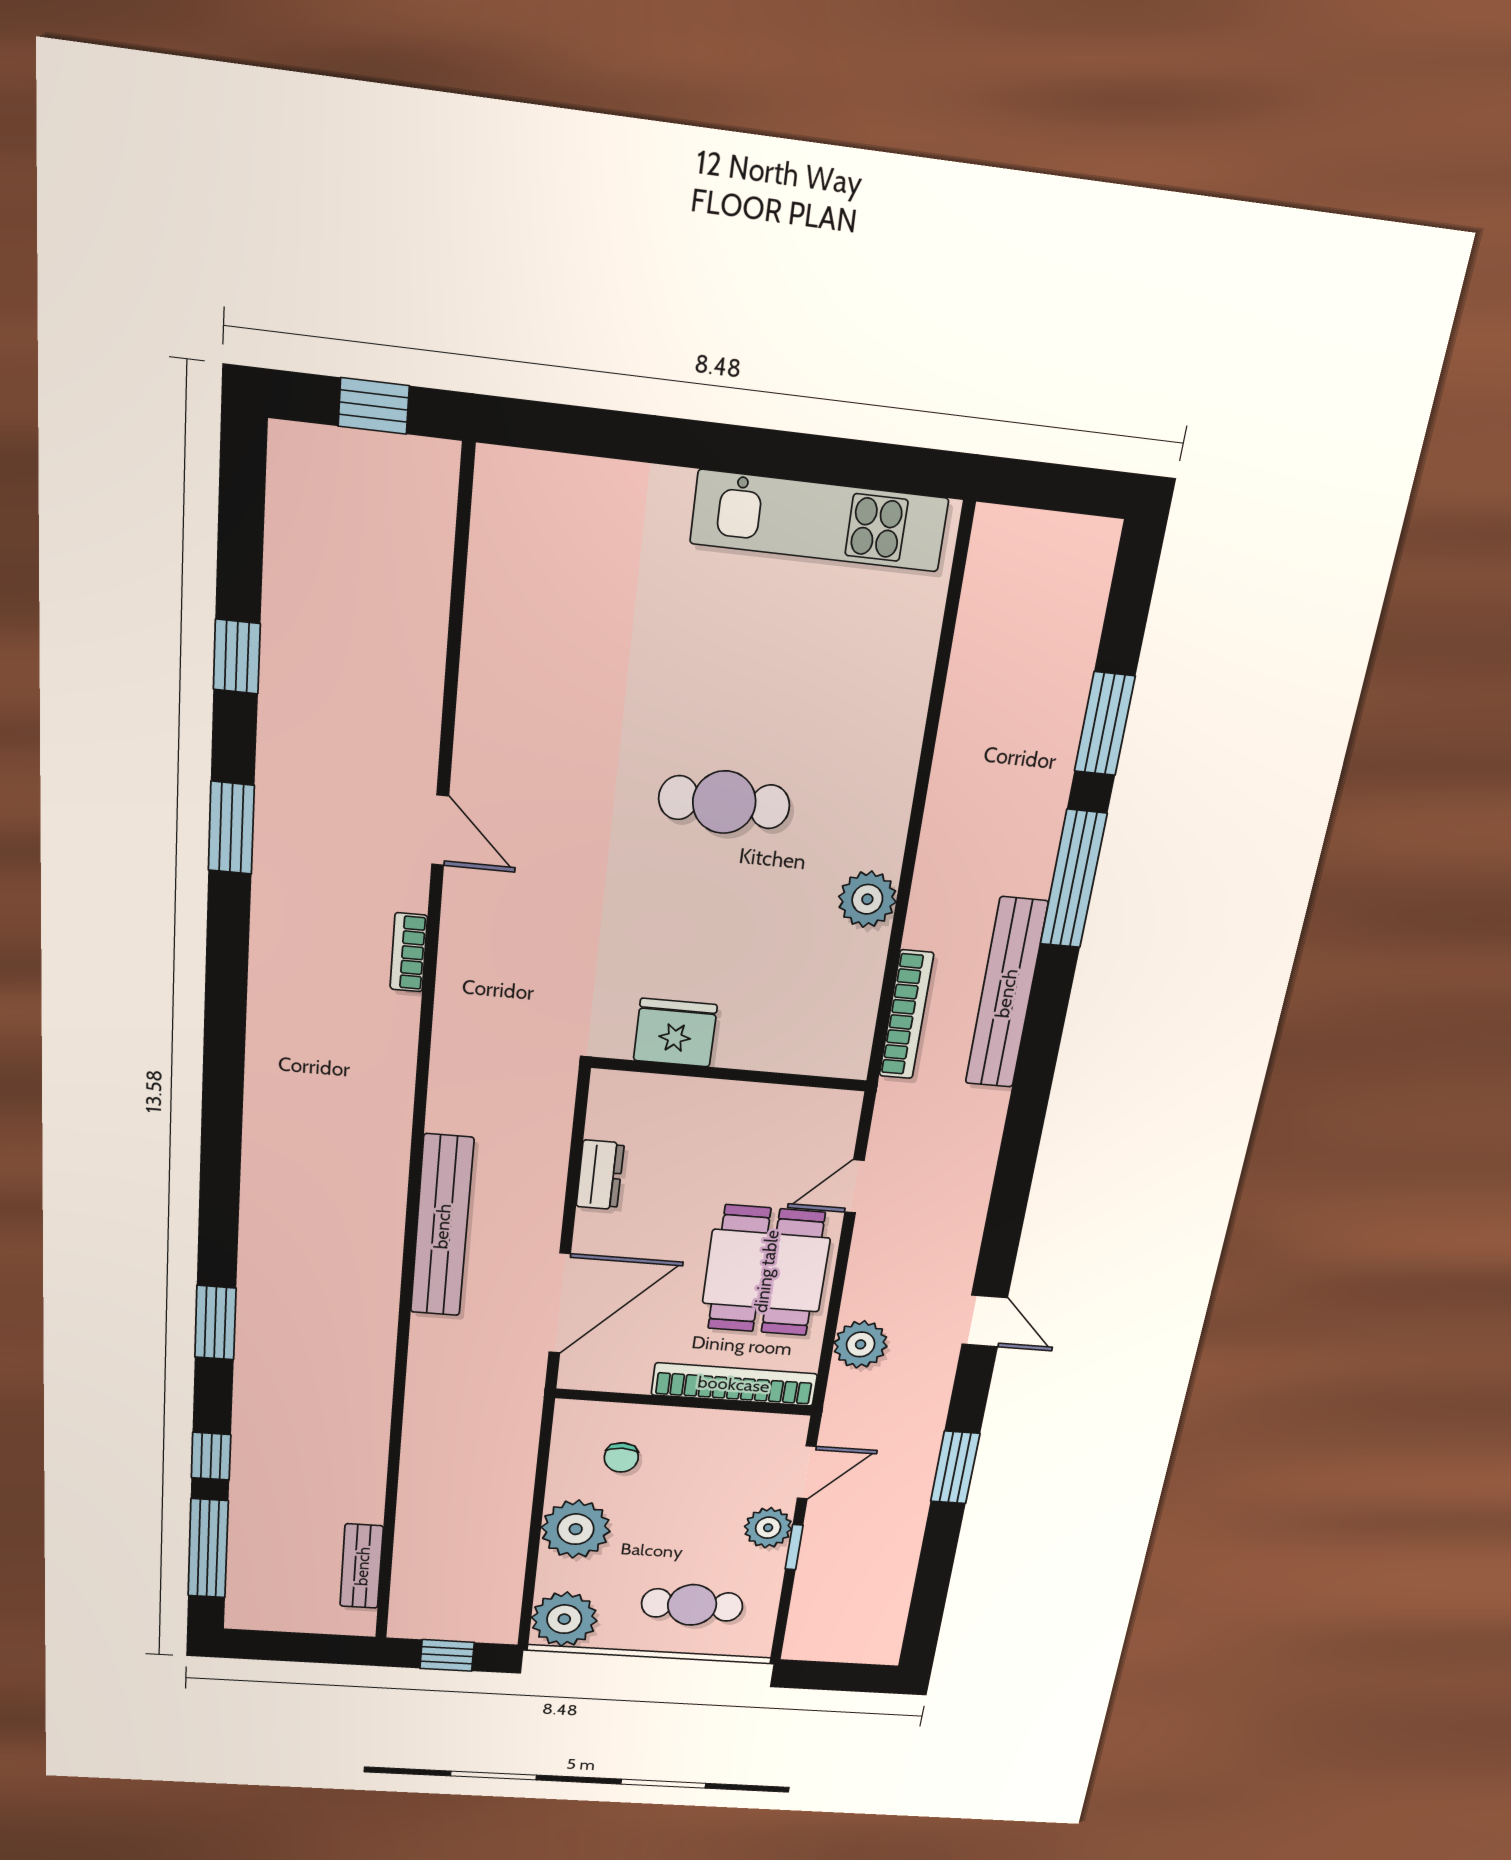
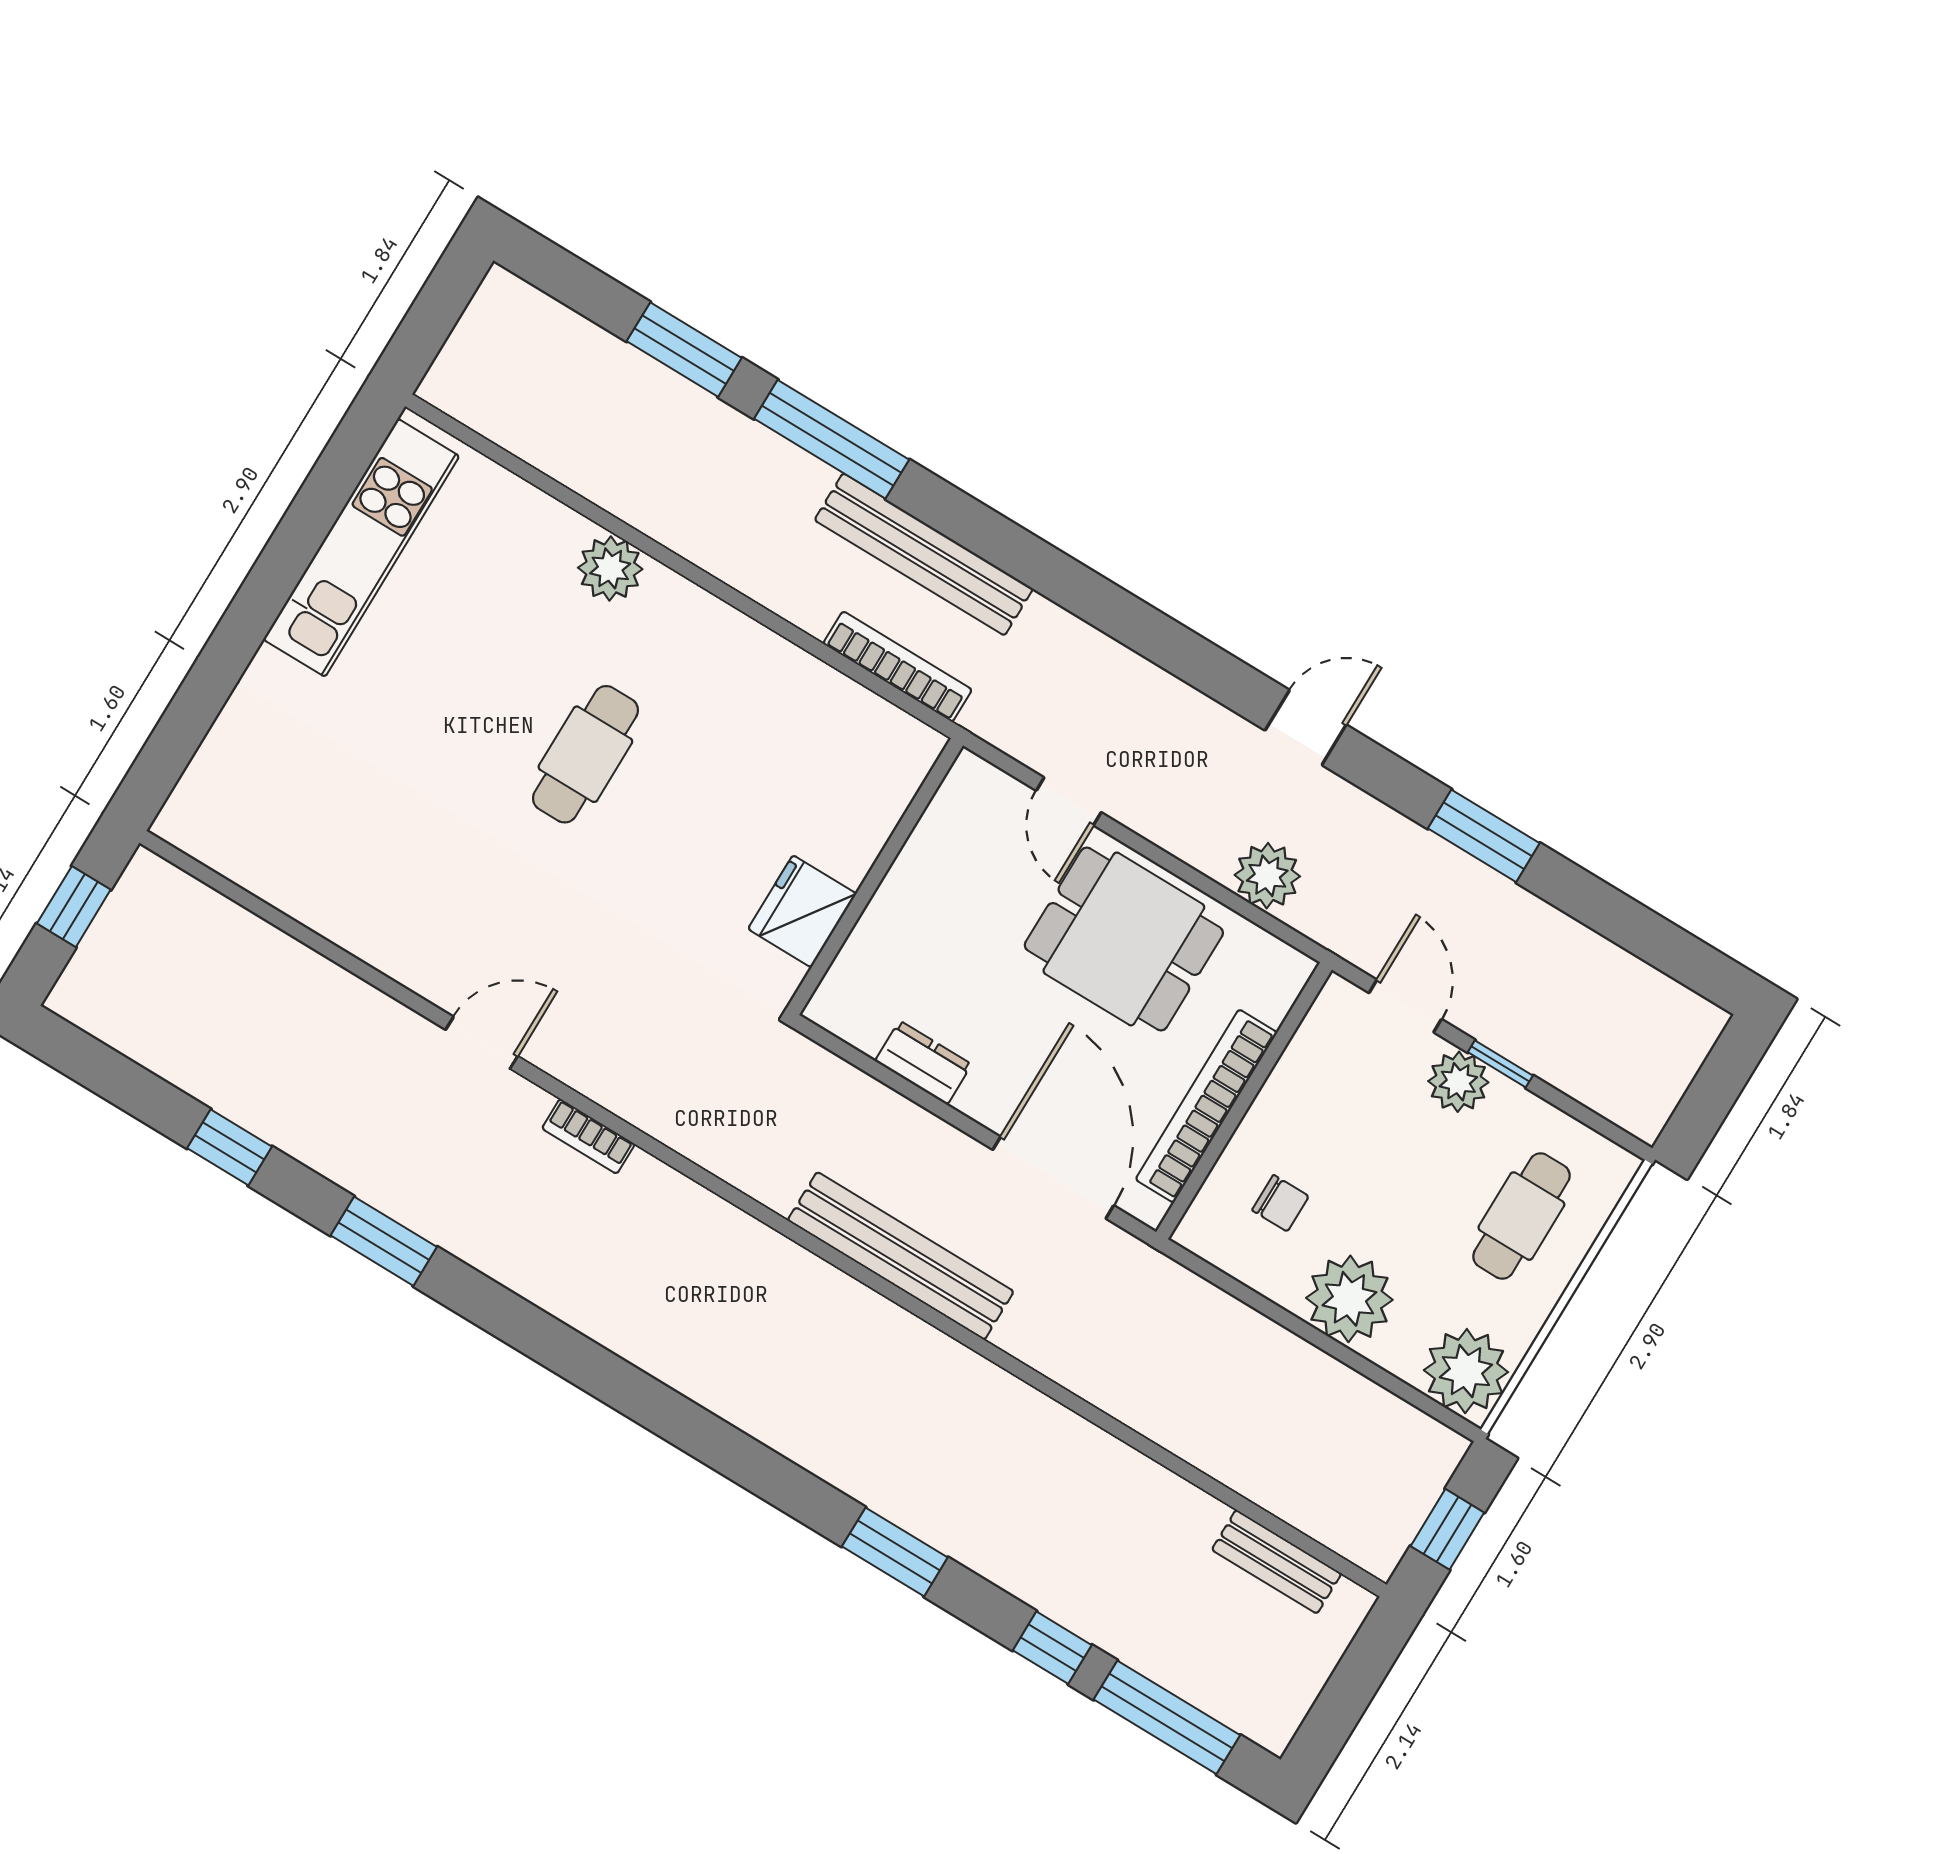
plant: (867, 899) -> (610, 568), moved
bookcase: (734, 1384) -> (1206, 1106), moved

